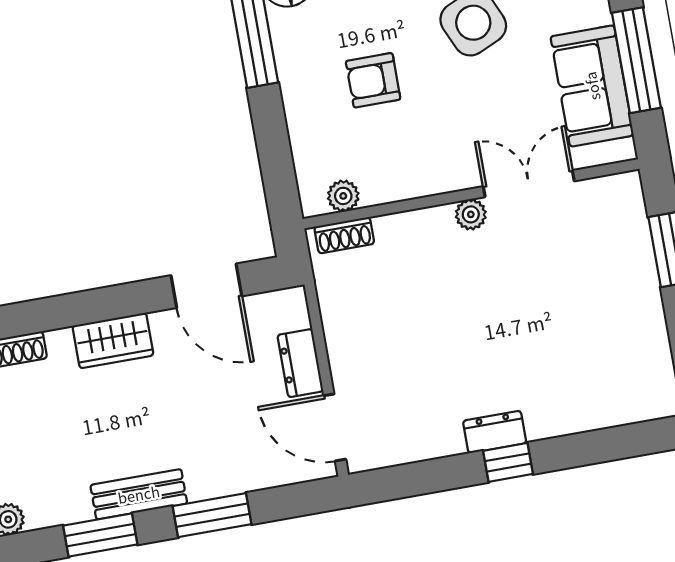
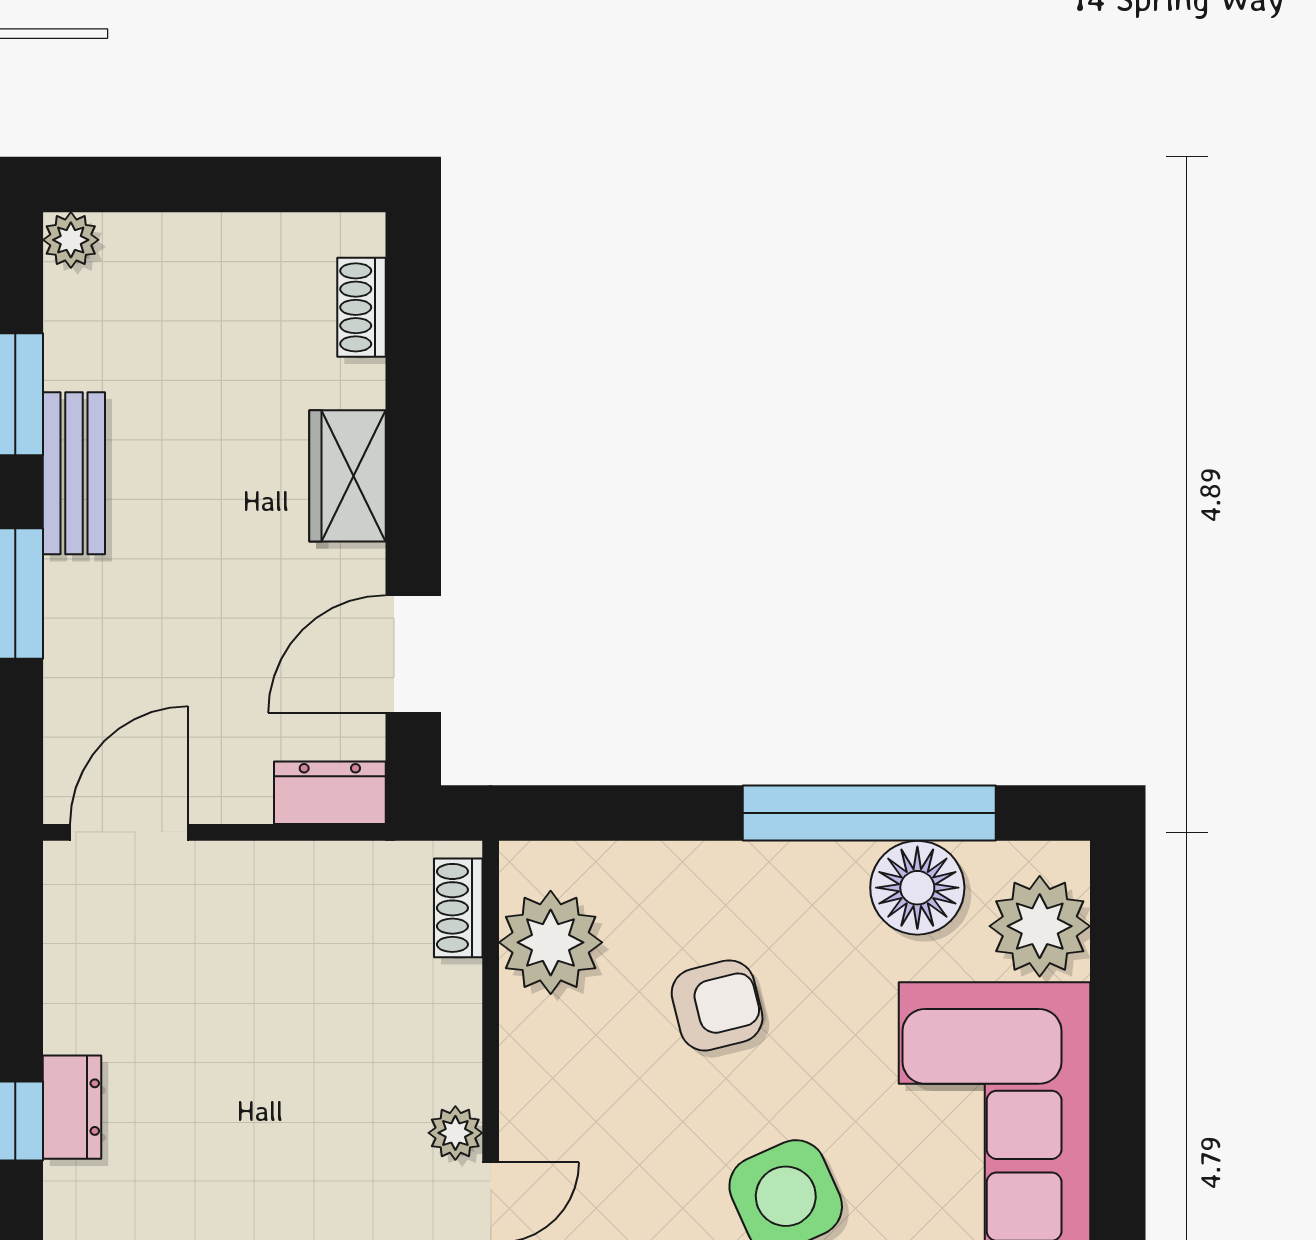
armchair: (373, 80) -> (717, 1005), turned 76
plant: (343, 196) -> (551, 942), width x1.88, depth x1.88
dresser: (300, 363) -> (330, 793), moved

